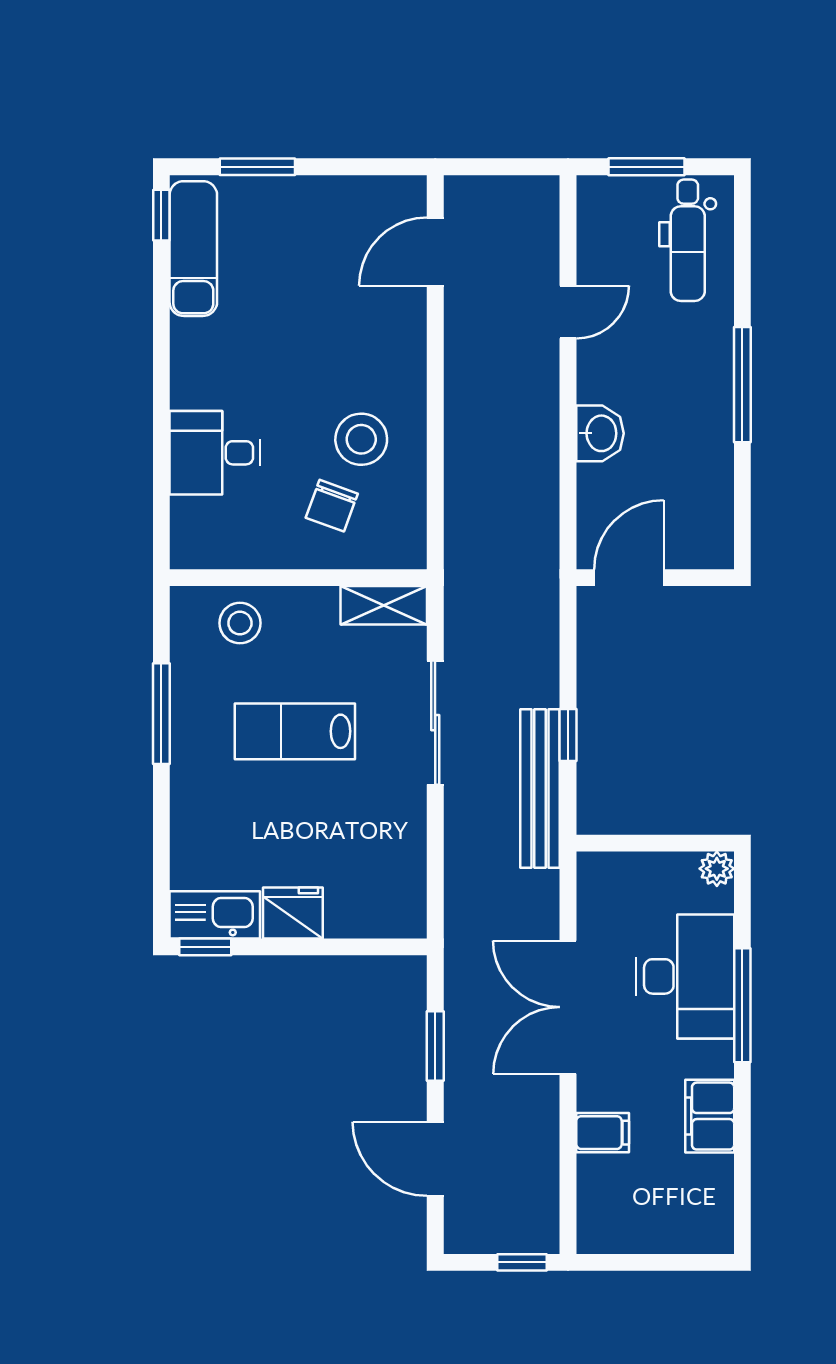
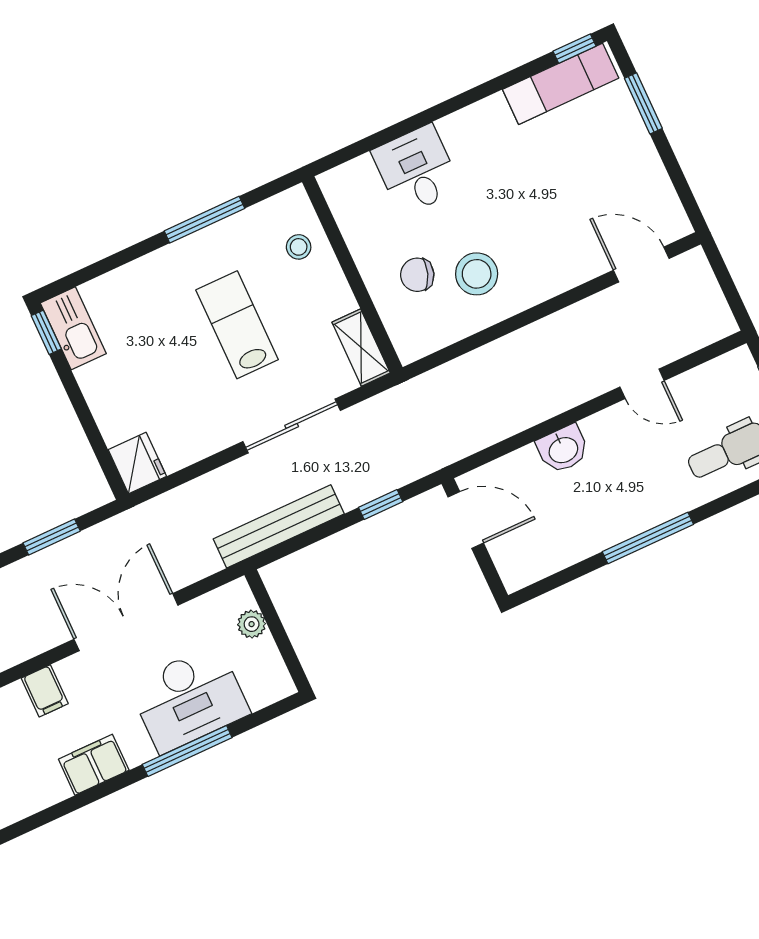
stool: (240, 623) -> (299, 247), width x0.73, depth x0.73
window: (568, 735) -> (381, 505), moved
plant: (717, 869) -> (252, 624), moved
fridge: (293, 913) -> (137, 463), moved

